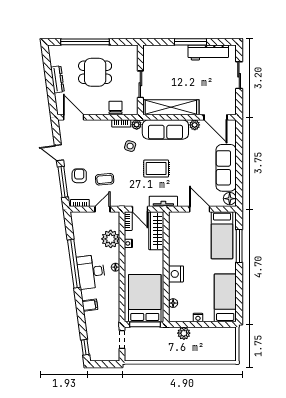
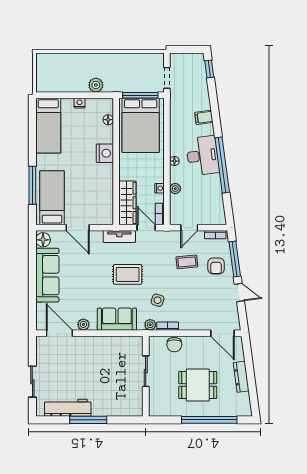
shelving: (171, 107) -> (111, 345), removed
sofa: (165, 129) -> (117, 319), width x0.73
plant: (111, 239) -> (175, 189), width x0.53, depth x0.53

